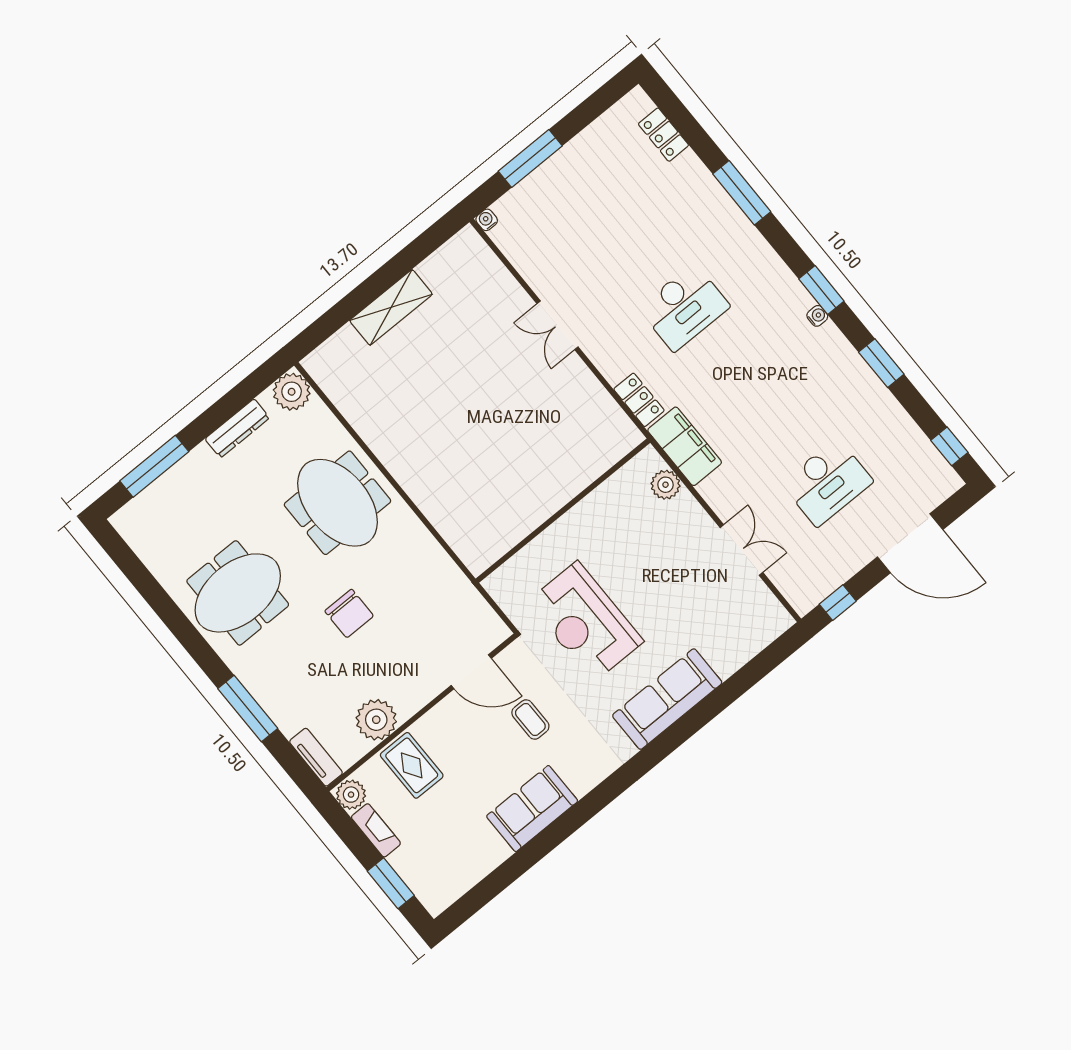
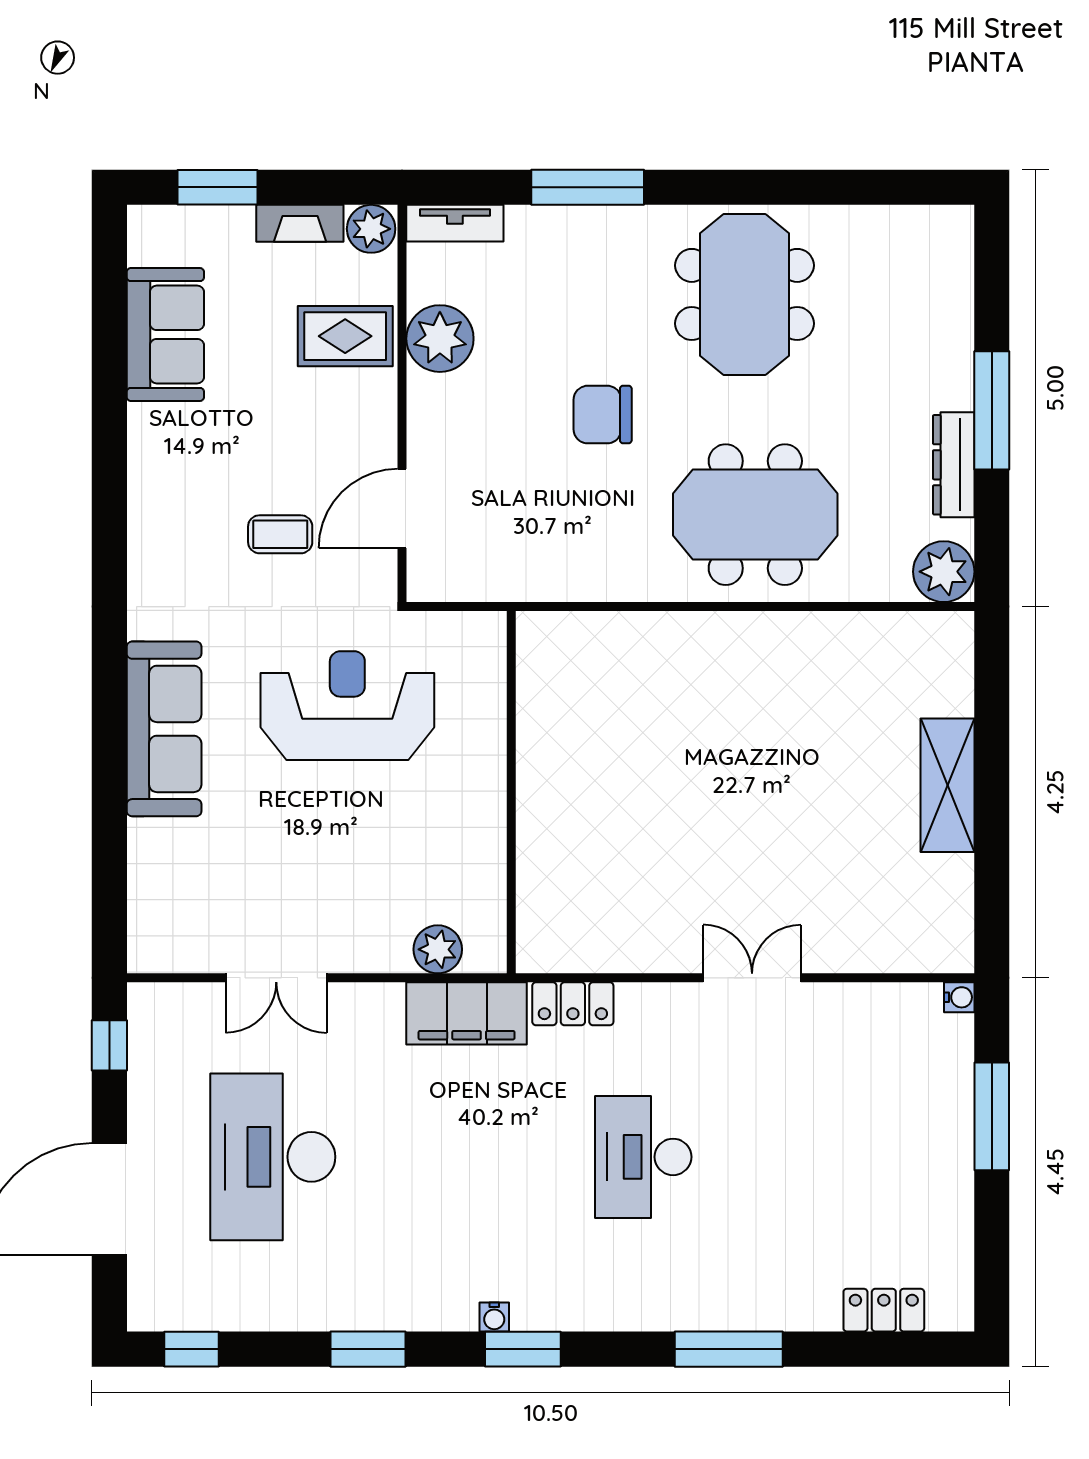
window: (154, 466) -> (992, 410), moved
desk: (827, 482) -> (273, 1157), width x1.36, depth x1.30
sofa: (532, 809) -> (165, 334), moved

